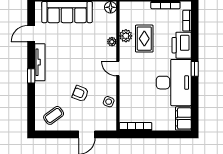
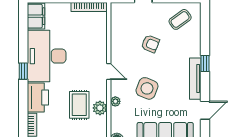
side table: (109, 102) -> (147, 88), moved, width x1.87, depth x1.87

